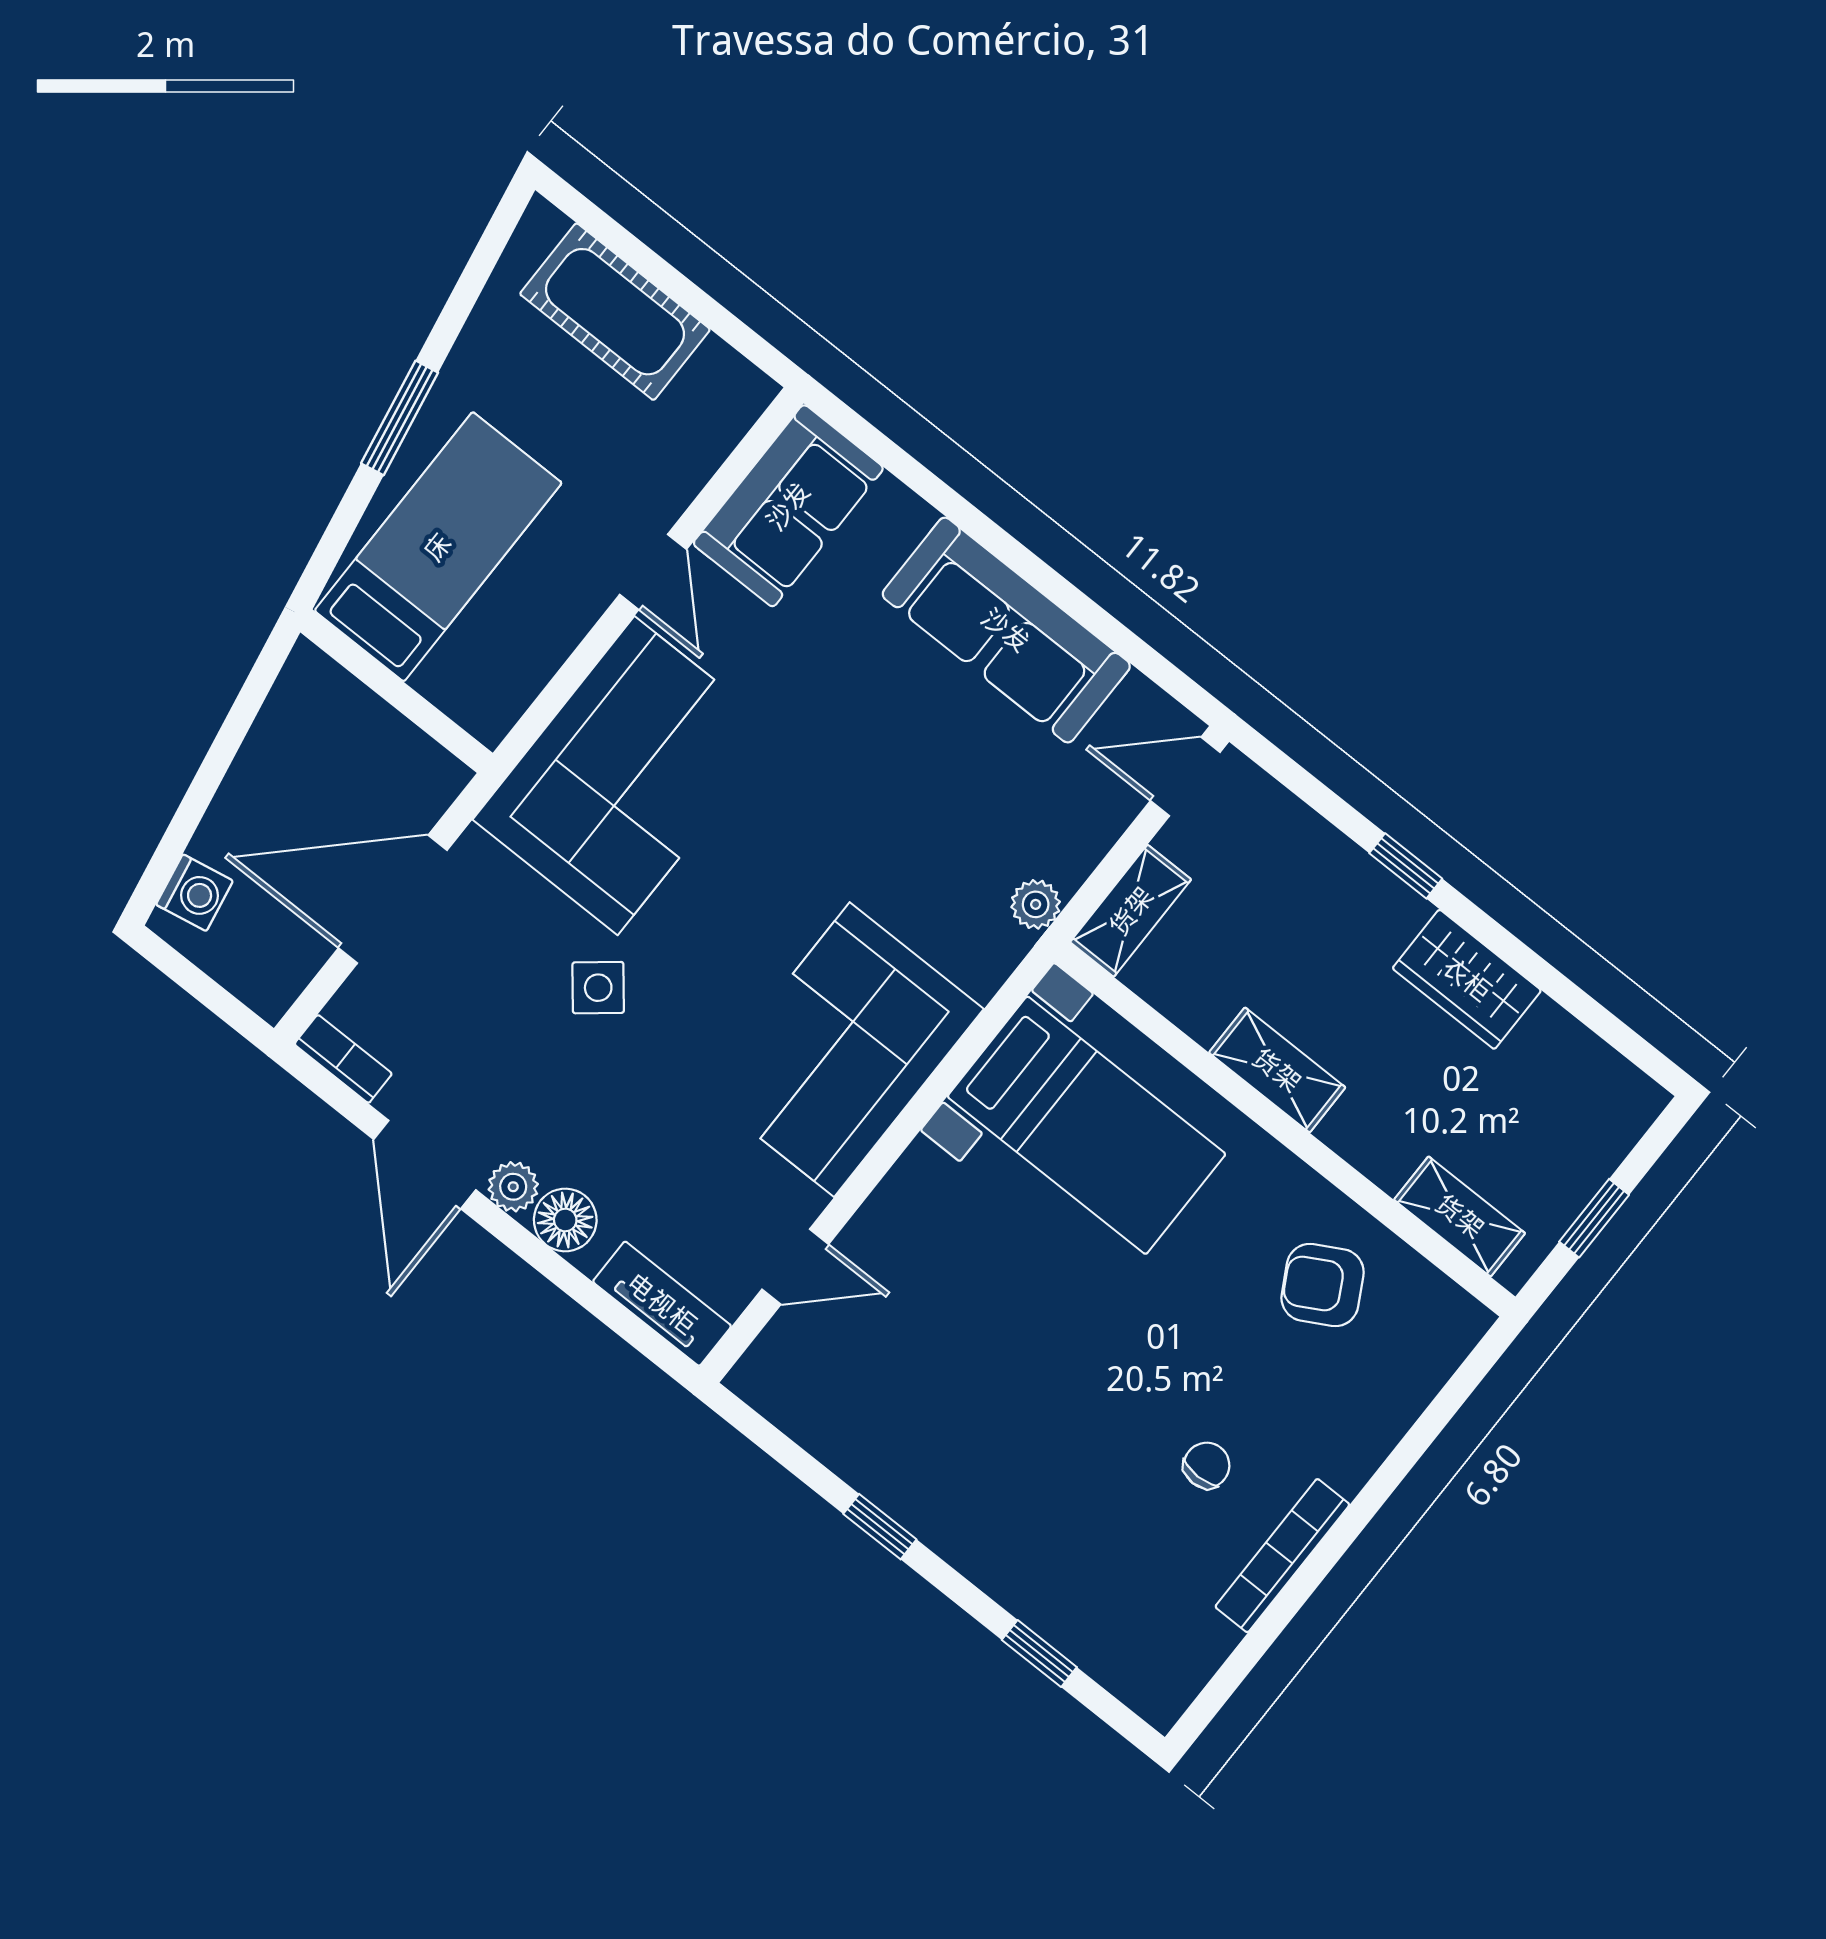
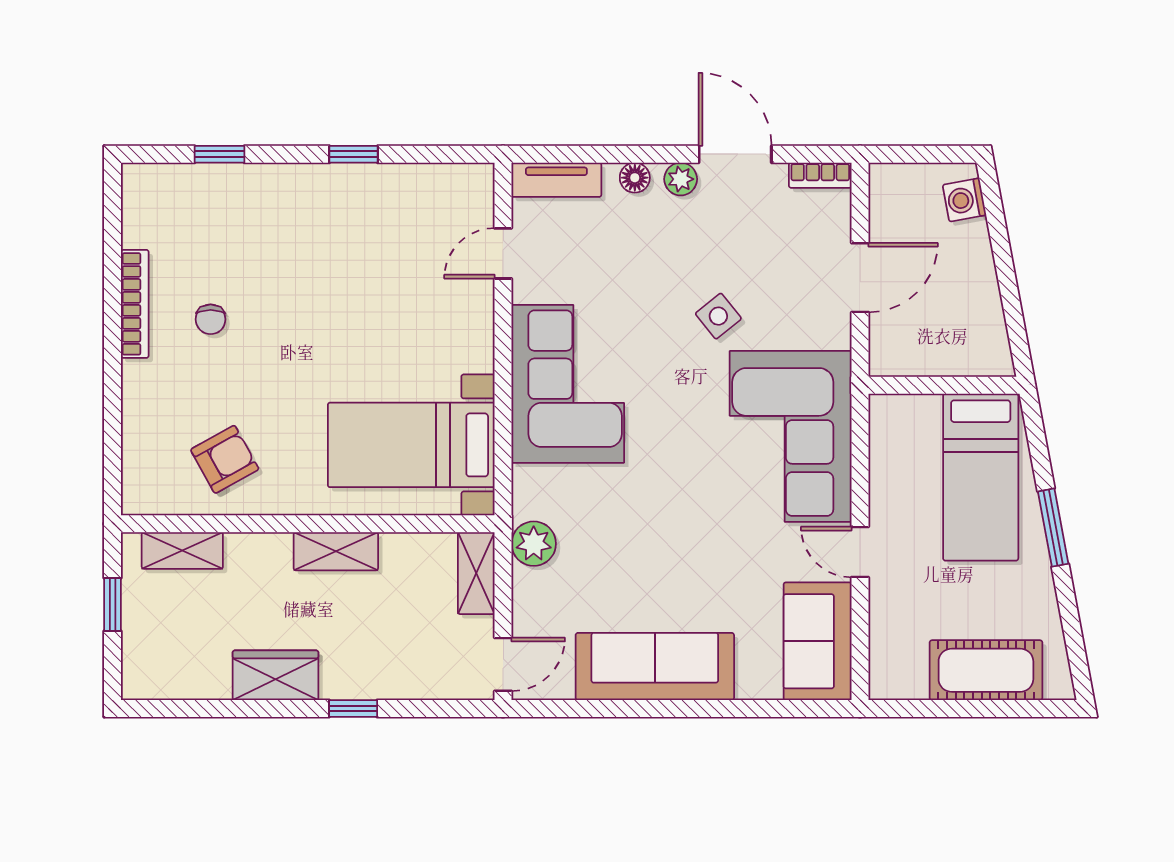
door: (393, 899) -> (860, 278), width x0.73
plant: (1036, 904) -> (534, 544), width x1.38, depth x1.38
floor lamp: (565, 1220) -> (635, 178), width x0.73, depth x0.73

